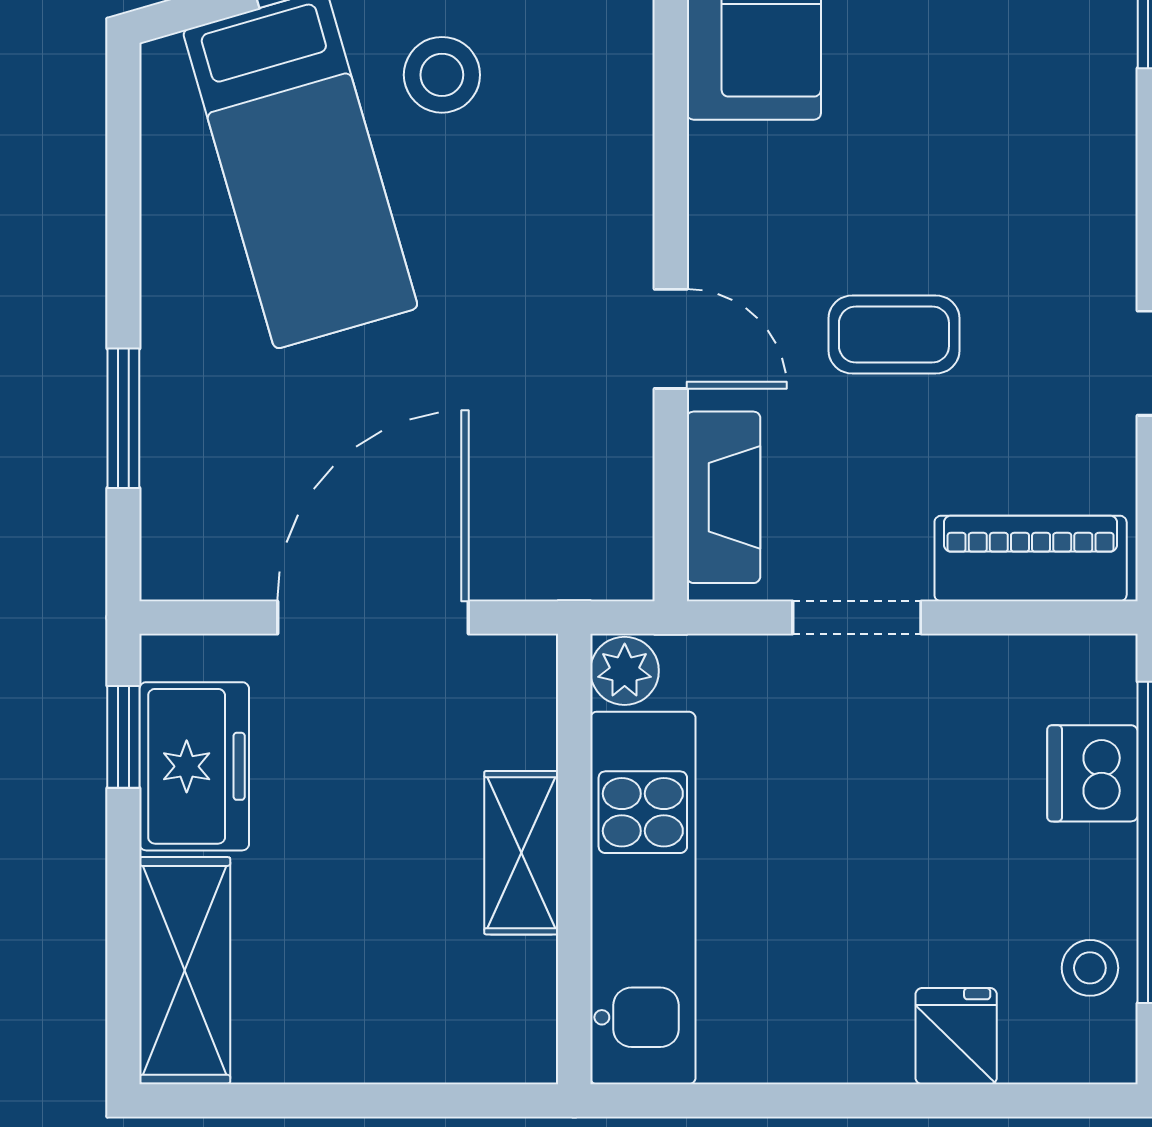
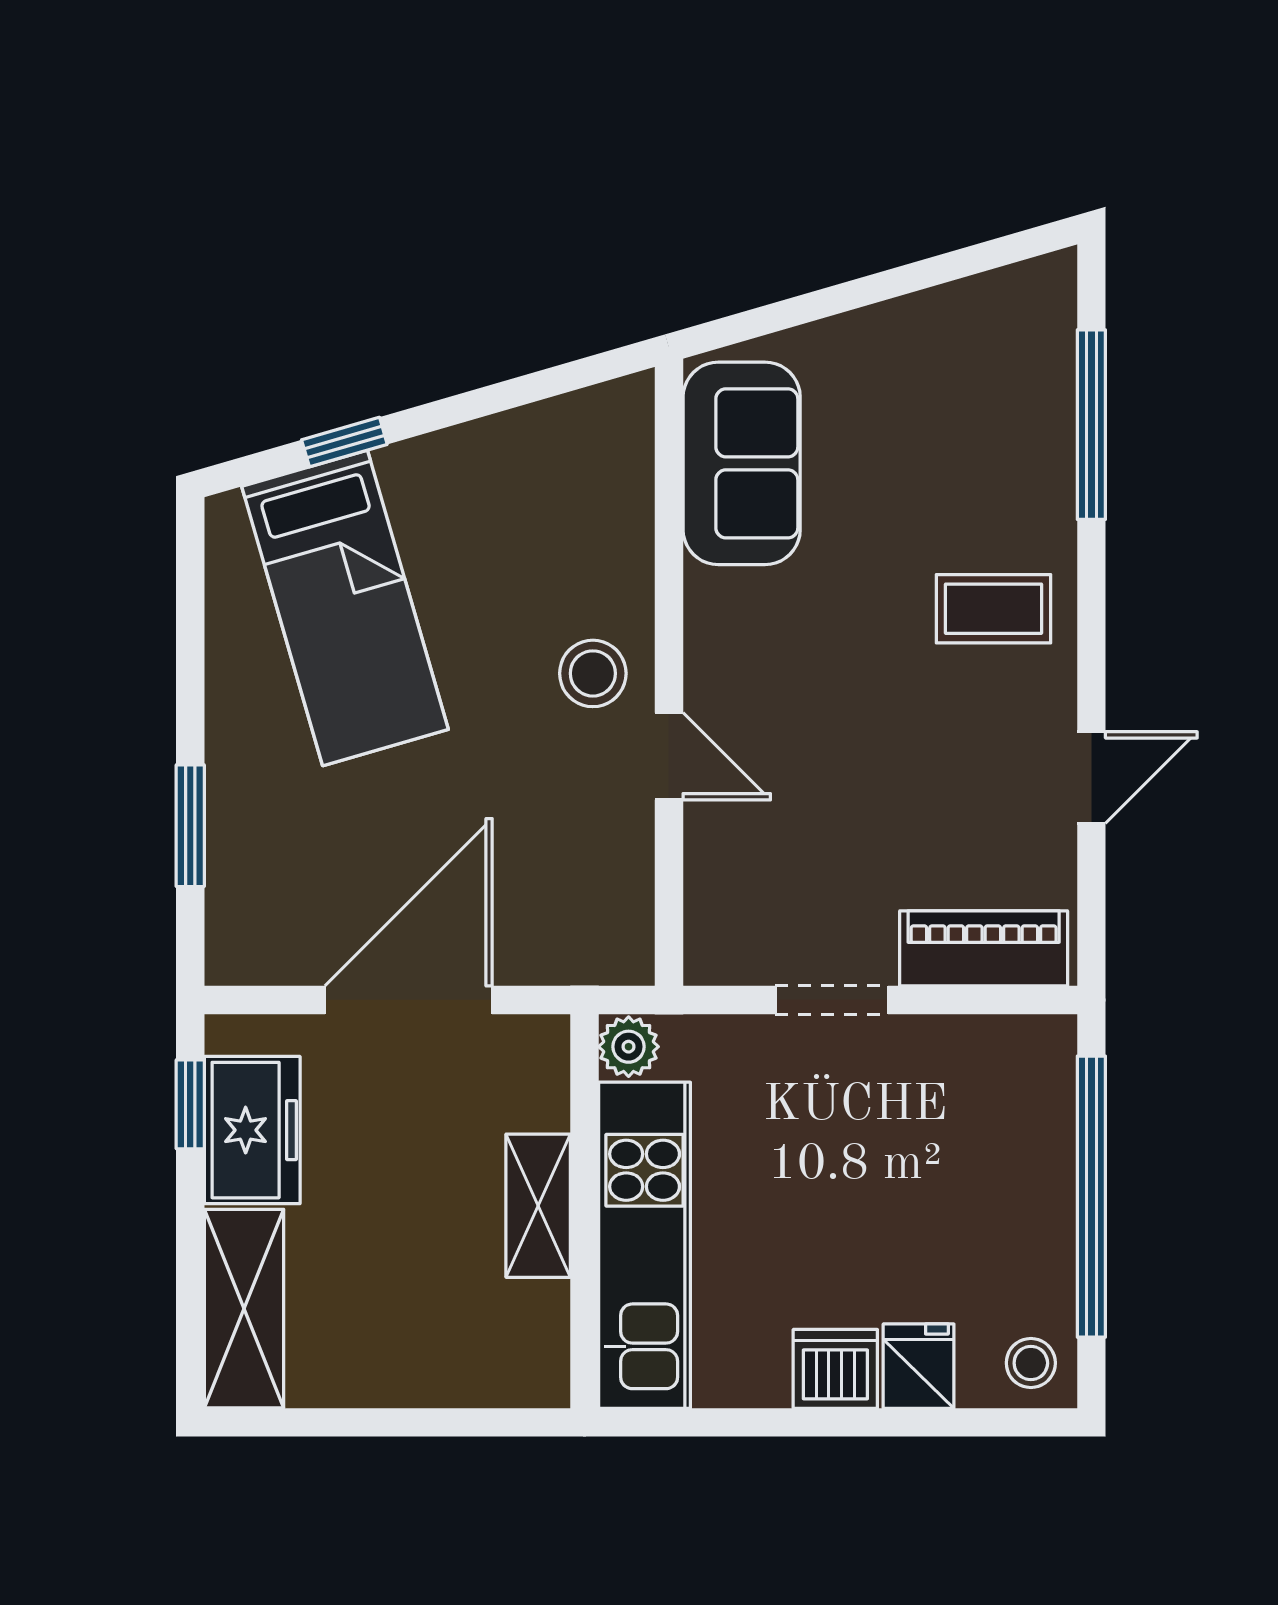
stool: (442, 75) -> (593, 673), moved
coffee table: (894, 335) -> (993, 609), moved
fireplace: (724, 497) -> (715, 895), removed
dishwasher: (1093, 773) -> (835, 1369), moved, turned 90
stool: (1090, 968) -> (1031, 1363), moved

